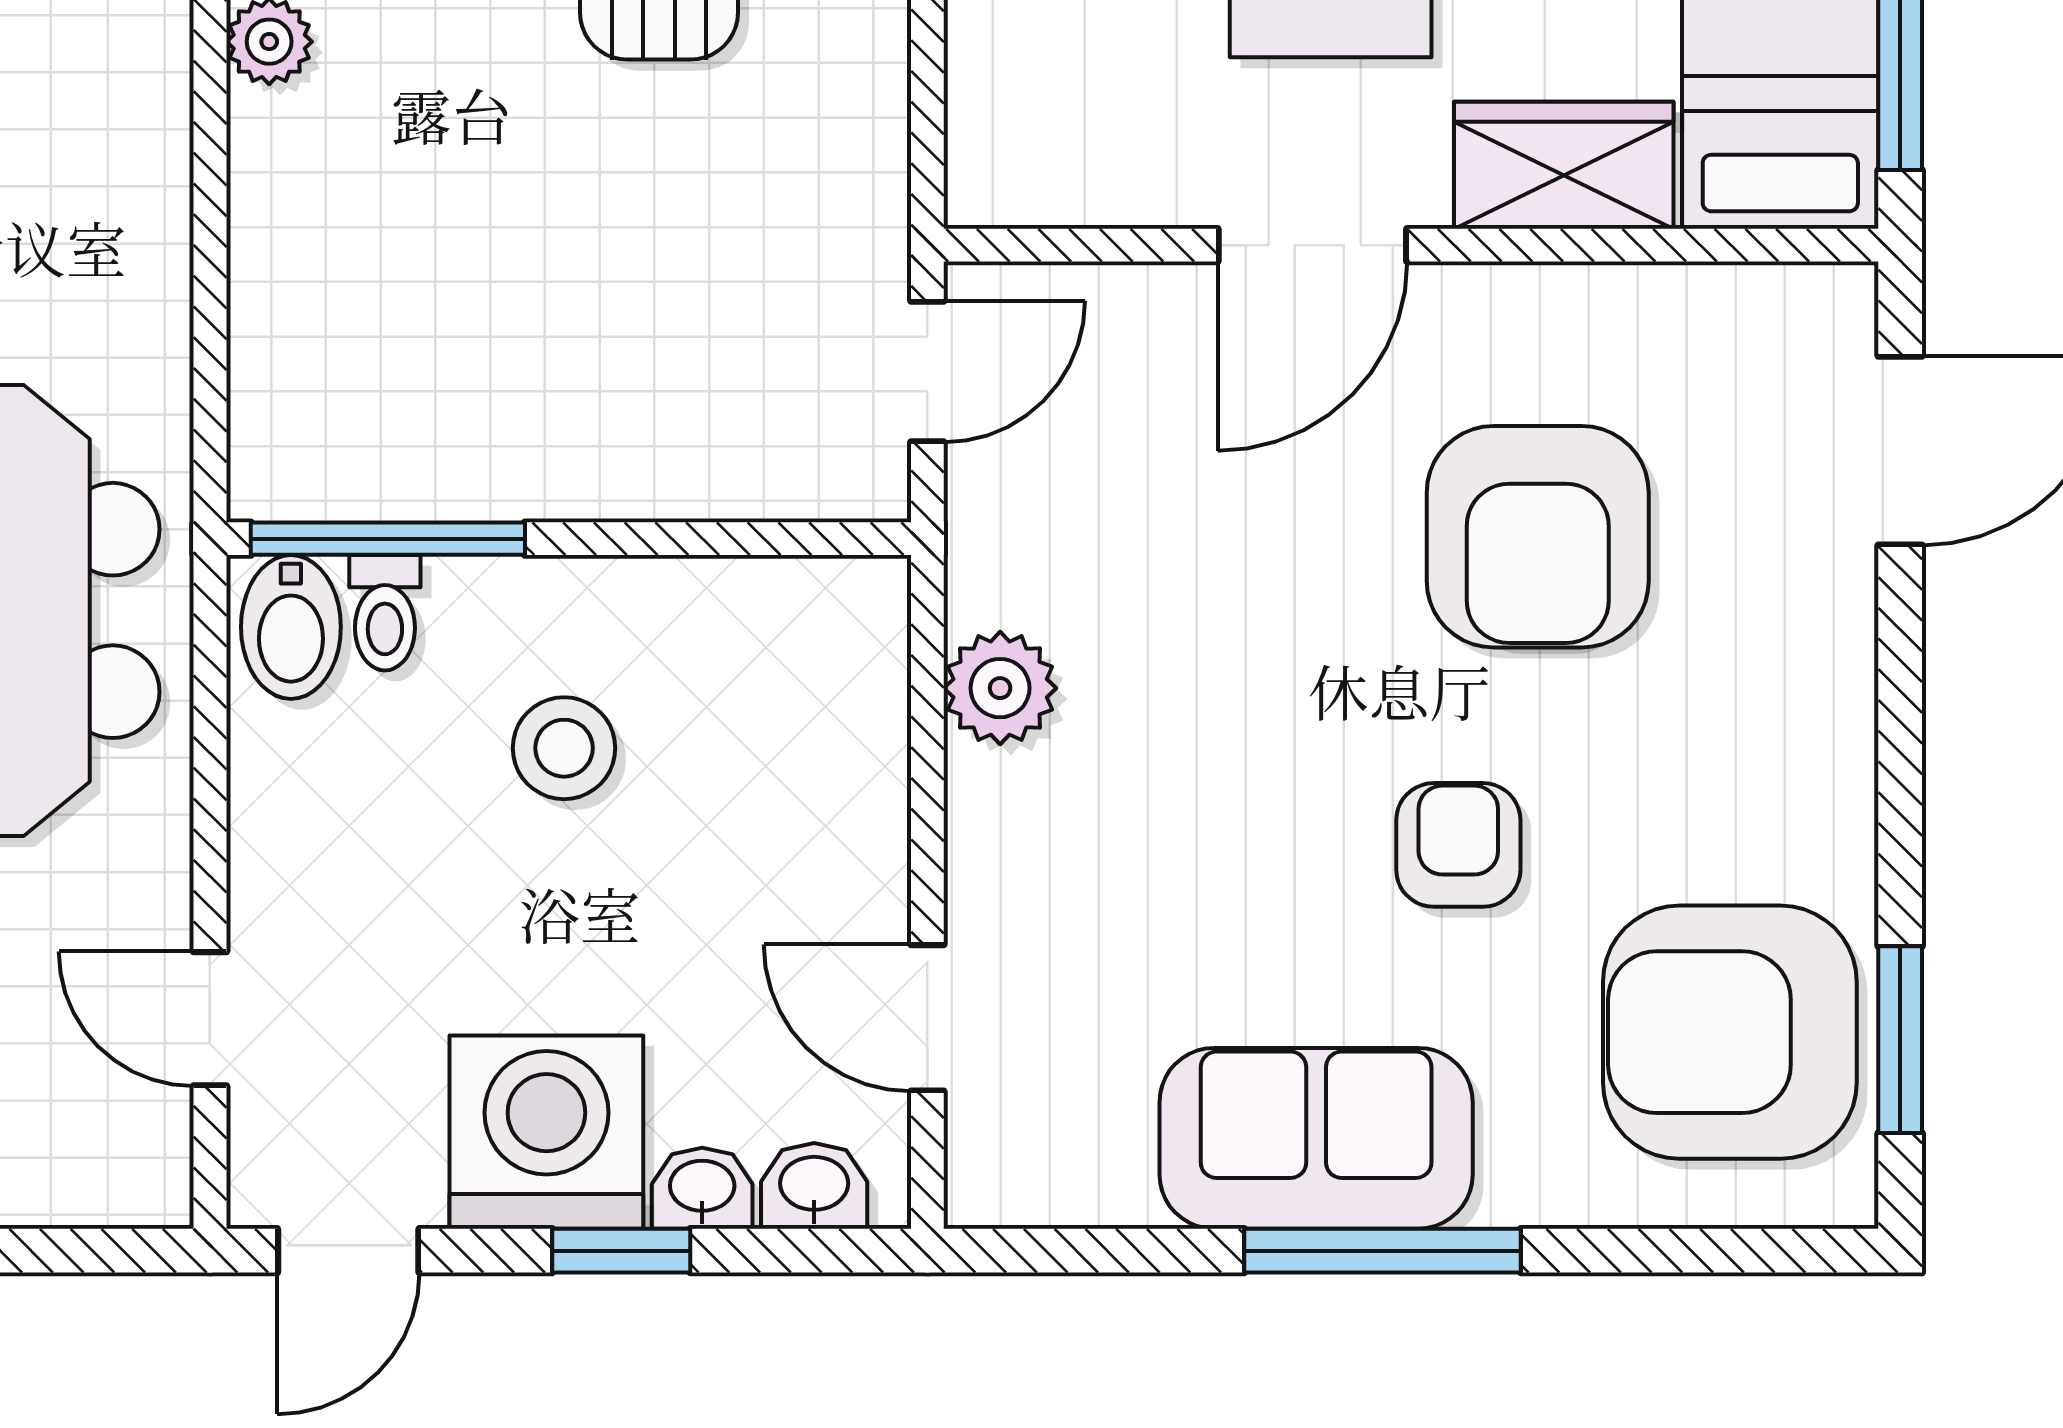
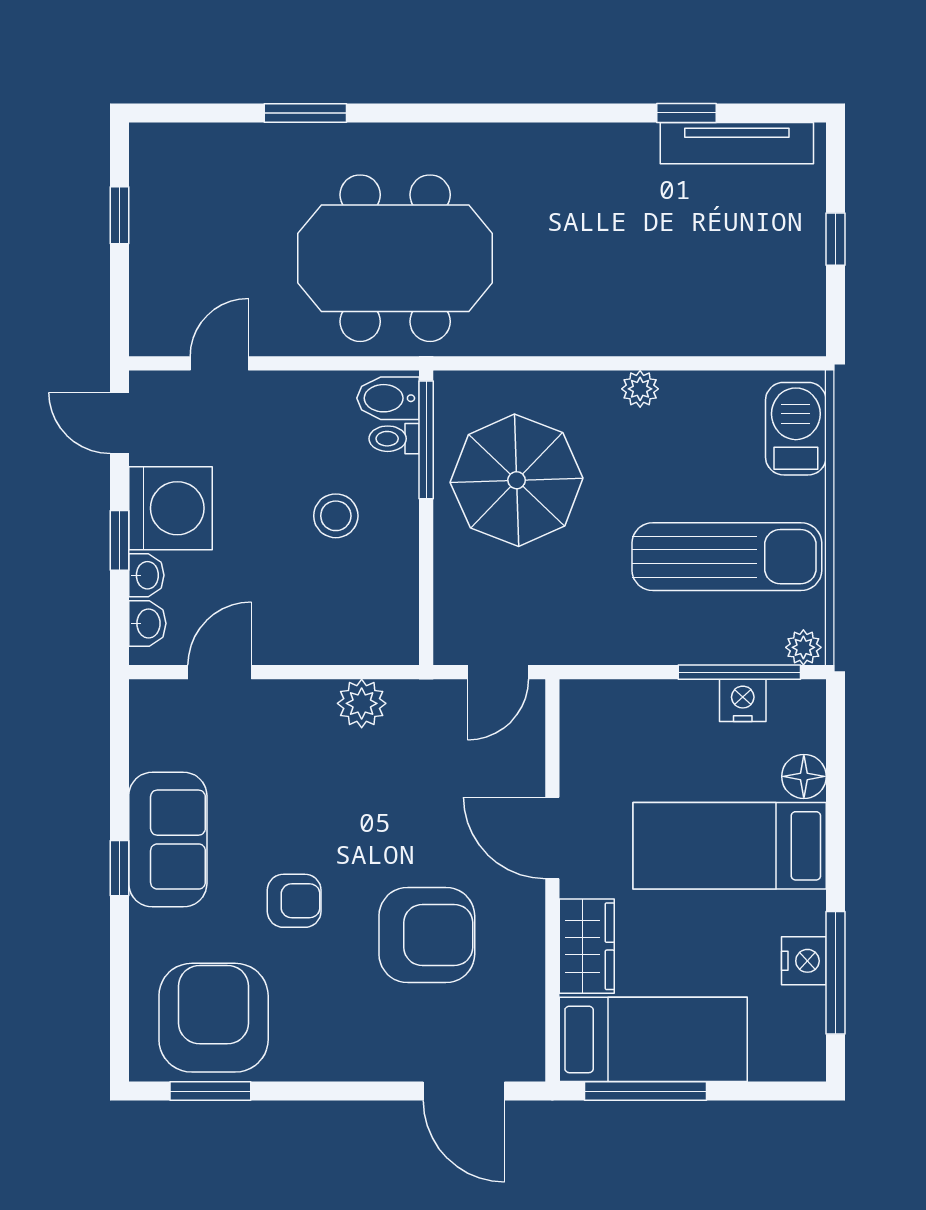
parasol: (481, 328) -> (517, 480), added
door: (927, 372) -> (498, 672), hinge flipped
armchair: (1538, 537) -> (427, 935), turned 180
window: (1383, 1251) -> (120, 868), width x0.46

